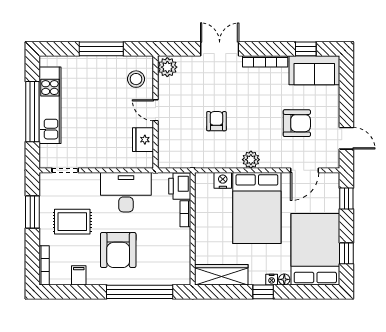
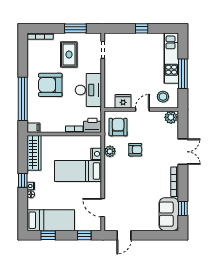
kitchen unit: (50, 105) -> (171, 58), moved, turned 90
window: (32, 112) -> (142, 28), width x0.32
armchair: (297, 123) -> (118, 127), moved, turned 180
plant: (251, 160) -> (110, 151), moved
bed: (257, 208) -> (78, 171), width x0.67
bed: (315, 249) -> (51, 220), width x0.67
filing cabinet: (79, 275) -> (34, 128), moved

